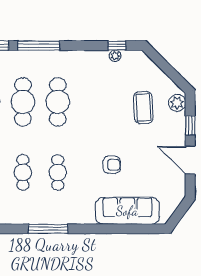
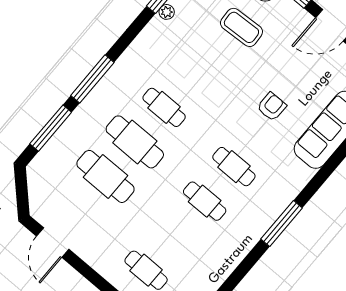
cafe table: (58, 102) -> (164, 107), width x0.73, depth x0.74

